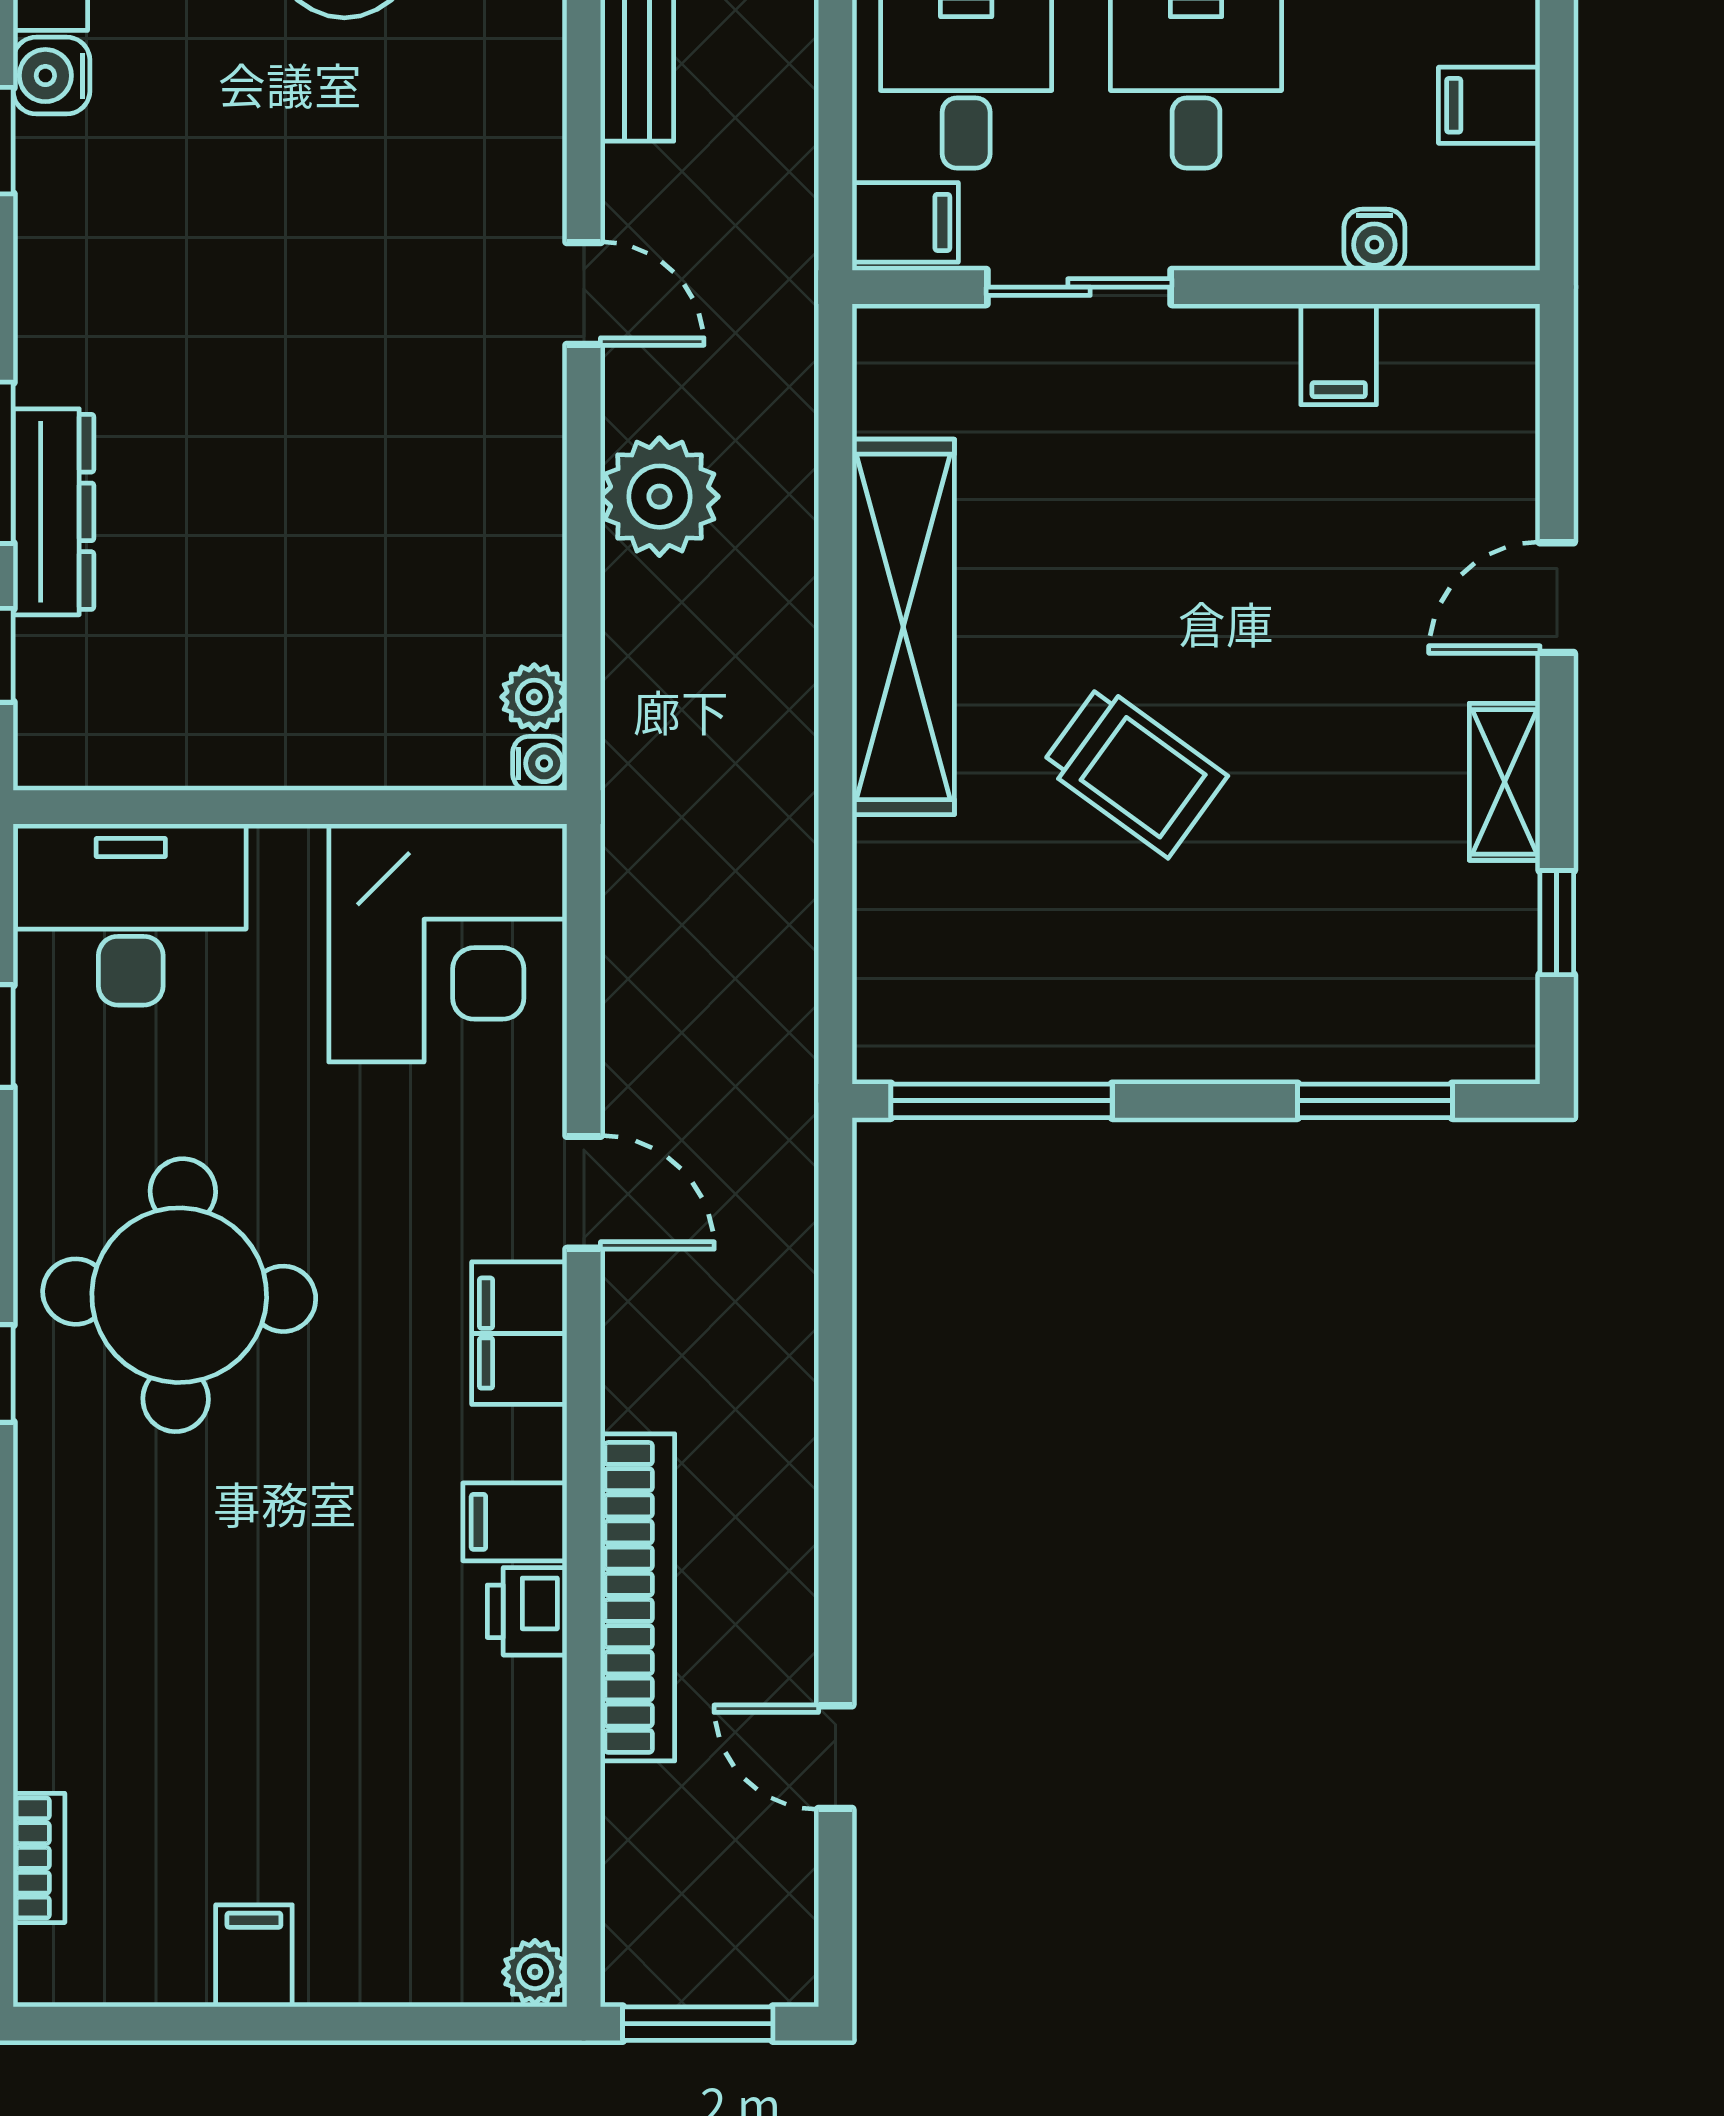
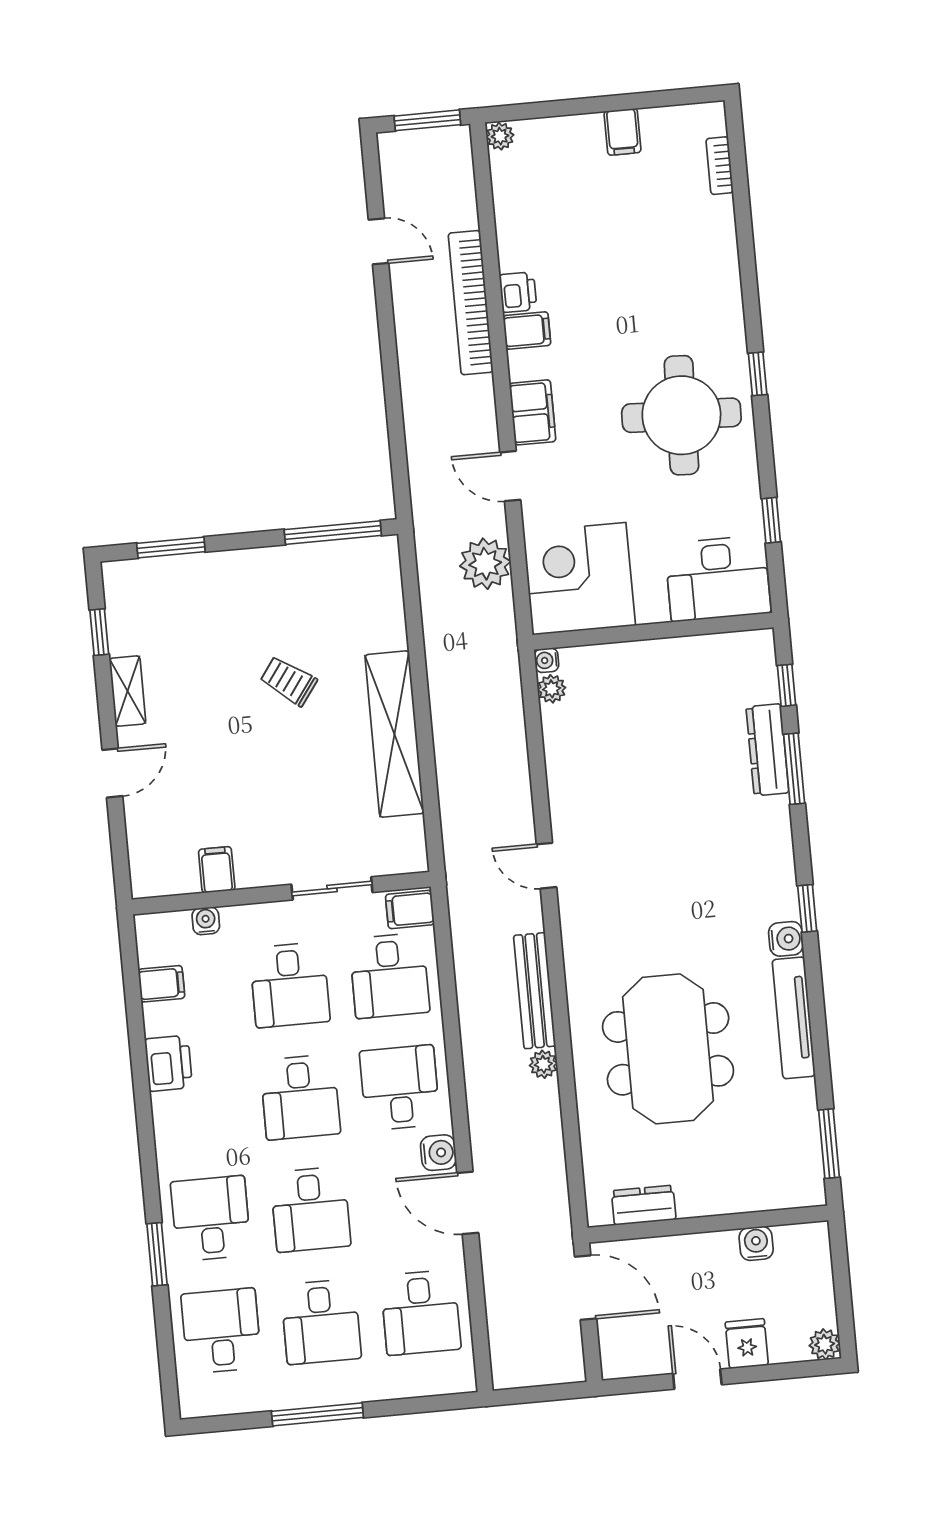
plant: (659, 497) -> (485, 564), moved
trolley: (1134, 771) -> (289, 681), width x0.73, depth x0.72

